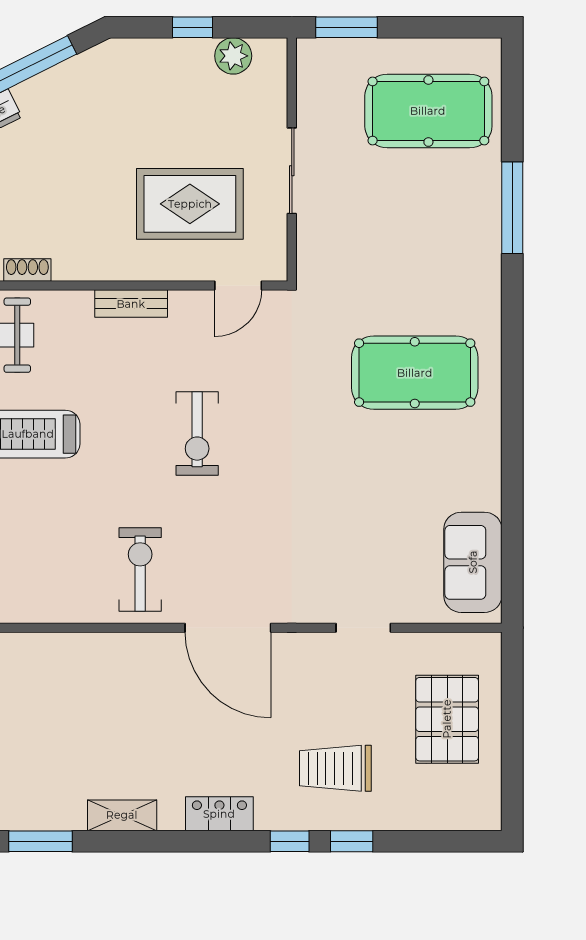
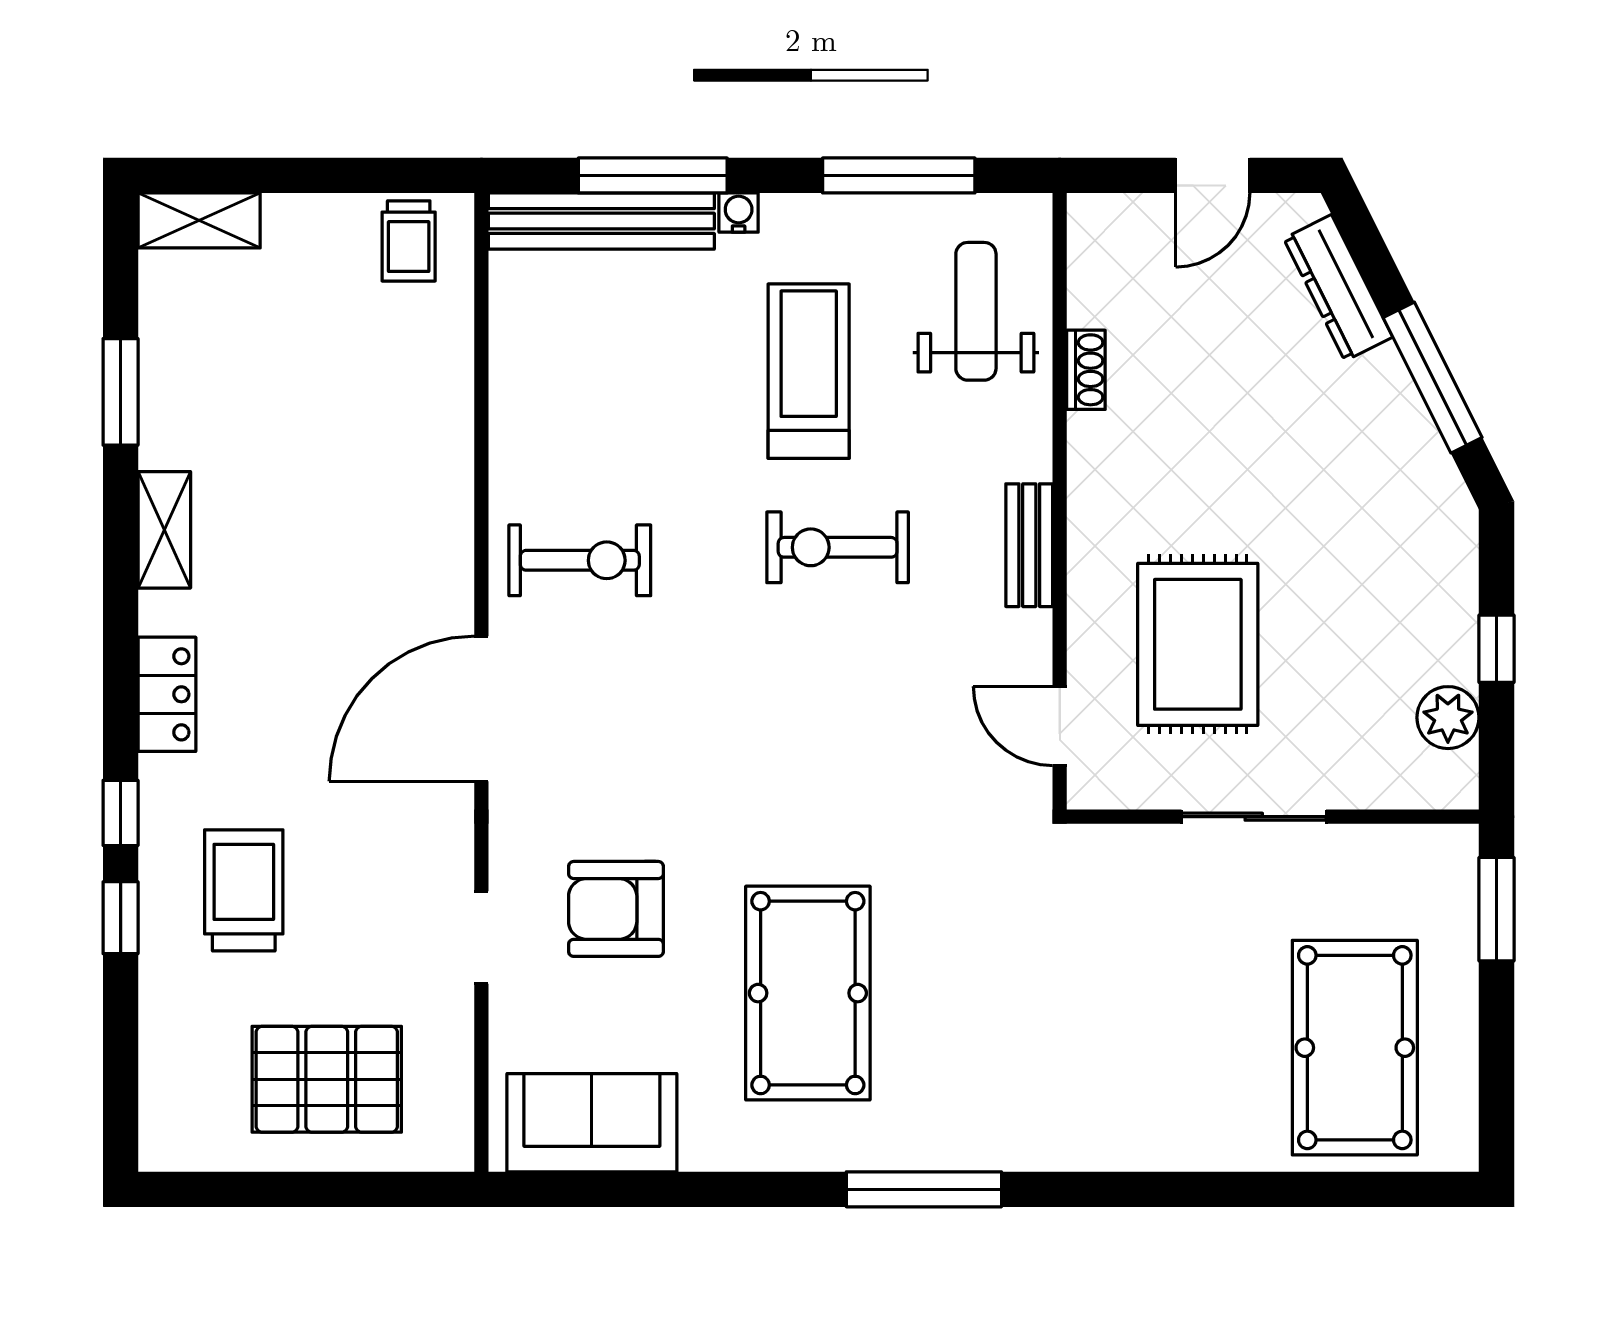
window: (512, 208) -> (924, 1189), moved
pool table: (415, 373) -> (808, 993), moved
exercise bike: (197, 433) -> (838, 547), moved
armchair: (346, 548) -> (616, 909), added

